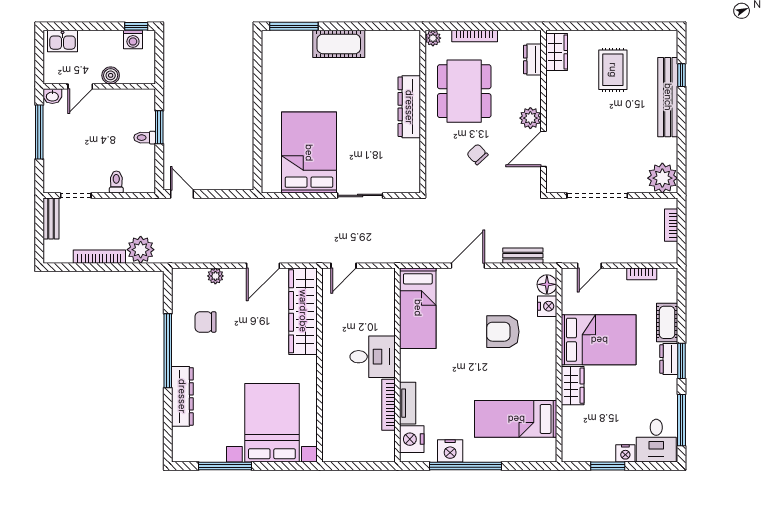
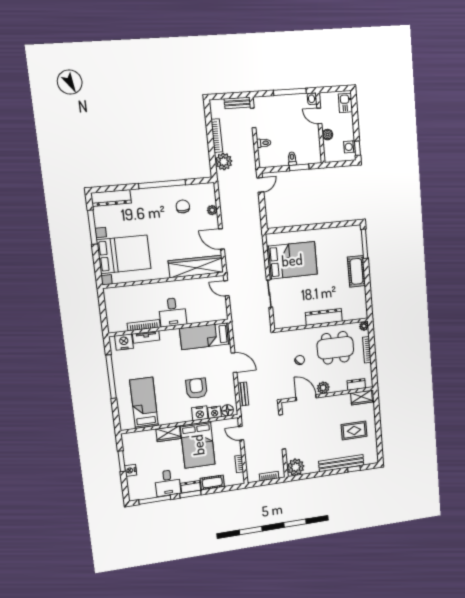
dresser: (182, 396) -> (111, 198), moved
desk: (656, 441) -> (168, 483), moved, turned -90
nightstand: (450, 451) -> (200, 413), moved, turned -90

